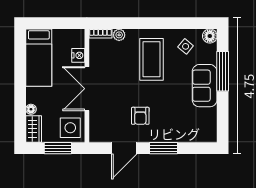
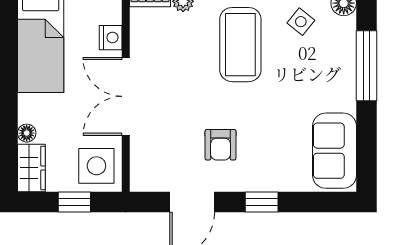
sofa: (205, 86) -> (334, 151), moved
window: (58, 148) -> (74, 202), width x0.67
window: (164, 148) -> (262, 202), width x0.67

